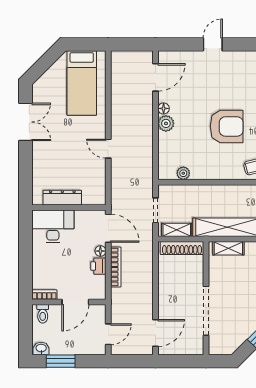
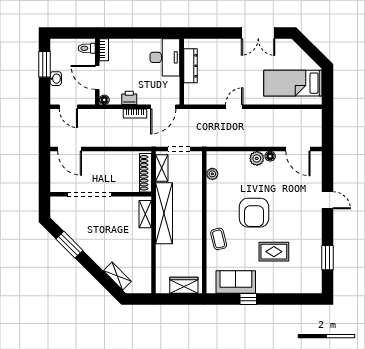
floor lamp: (100, 251) -> (104, 100), moved
bookcase: (116, 267) -> (135, 114), width x0.64
washbasin: (41, 348) -> (56, 79), moved

